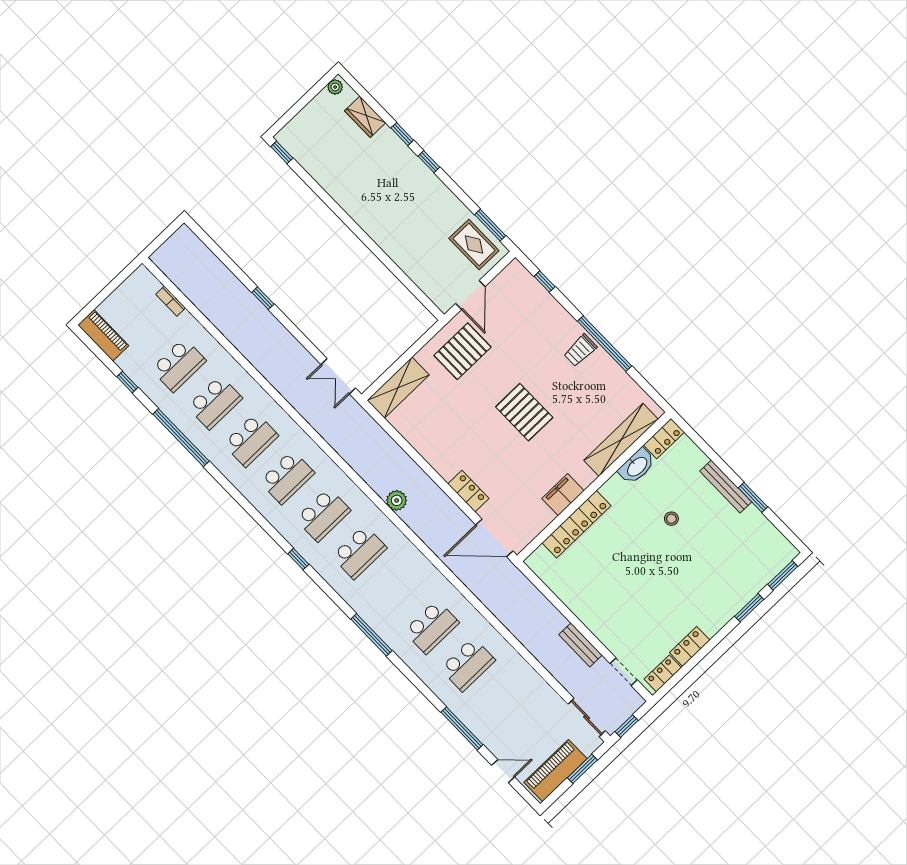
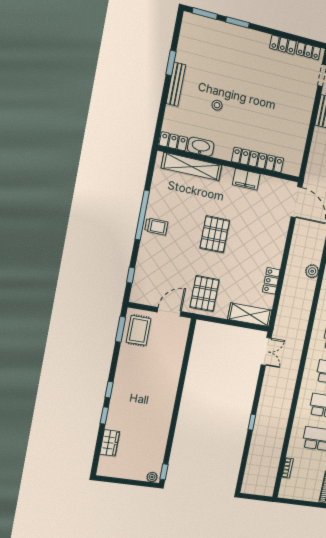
plant: (335, 87) -> (152, 477), moved
pallet: (463, 351) -> (205, 294), turned 90
locker: (468, 491) -> (271, 281), moved

